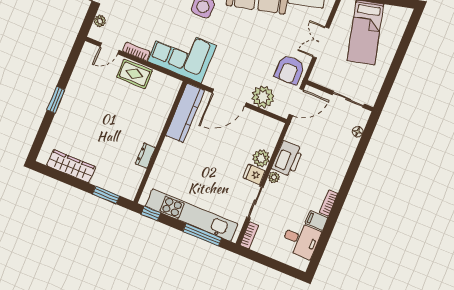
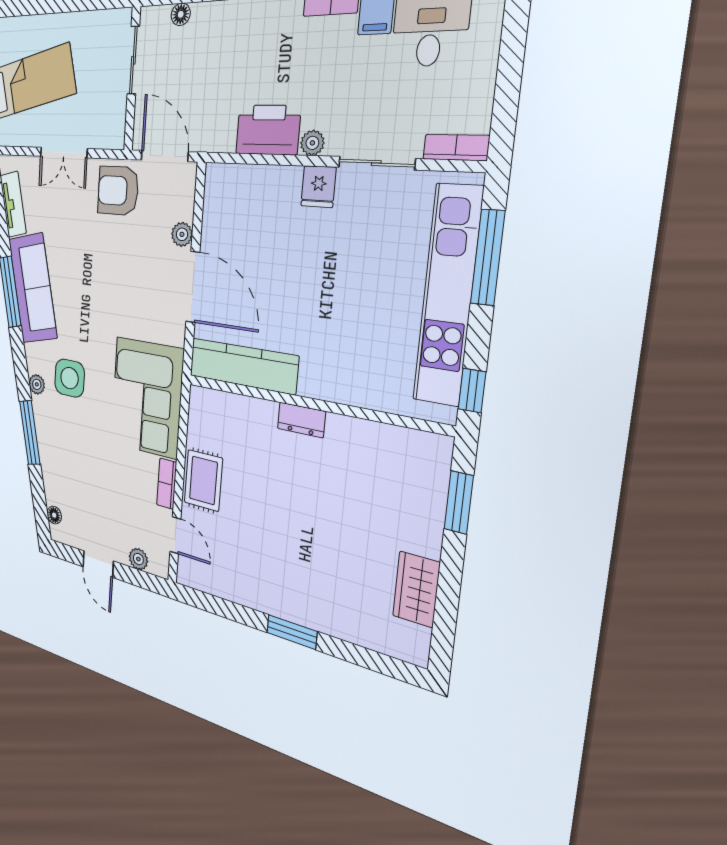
armchair: (289, 70) -> (118, 191), turned 180
plant: (263, 97) -> (182, 234), width x0.53, depth x0.53
dresser: (145, 156) -> (301, 420), moved
plant: (261, 158) -> (283, 184), removed
wardrobe: (71, 166) -> (416, 589), width x0.67

